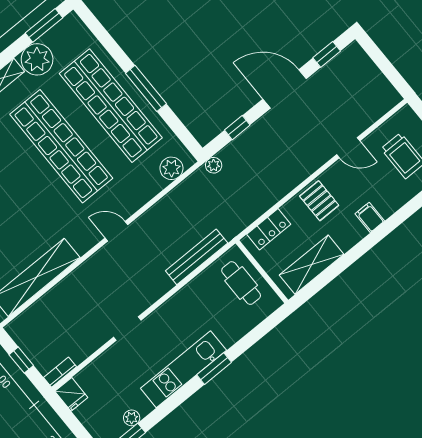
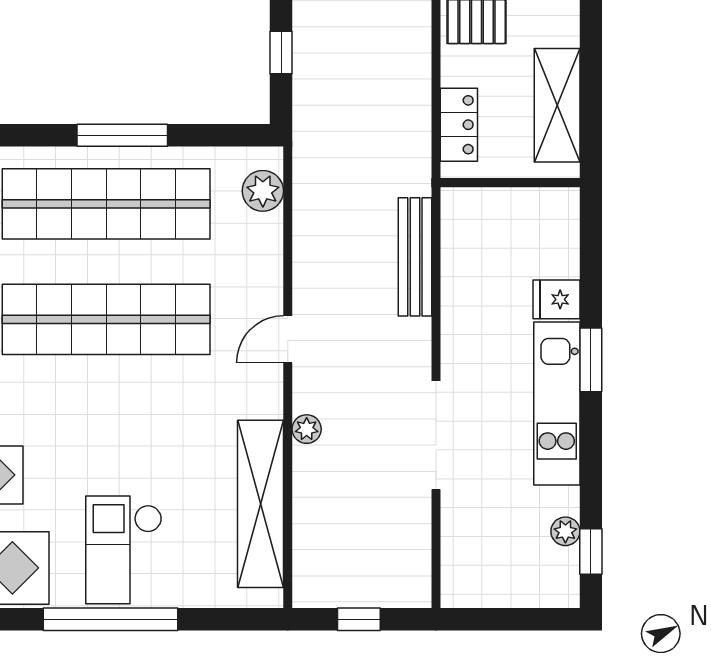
plant: (214, 165) -> (307, 429), moved
cafe table: (241, 283) -> (502, 225), removed
doorway: (127, 329) -> (436, 435), width x1.87
bookcase: (60, 372) -> (420, 579), removed
fridge: (71, 394) -> (556, 299), moved, turned 180

